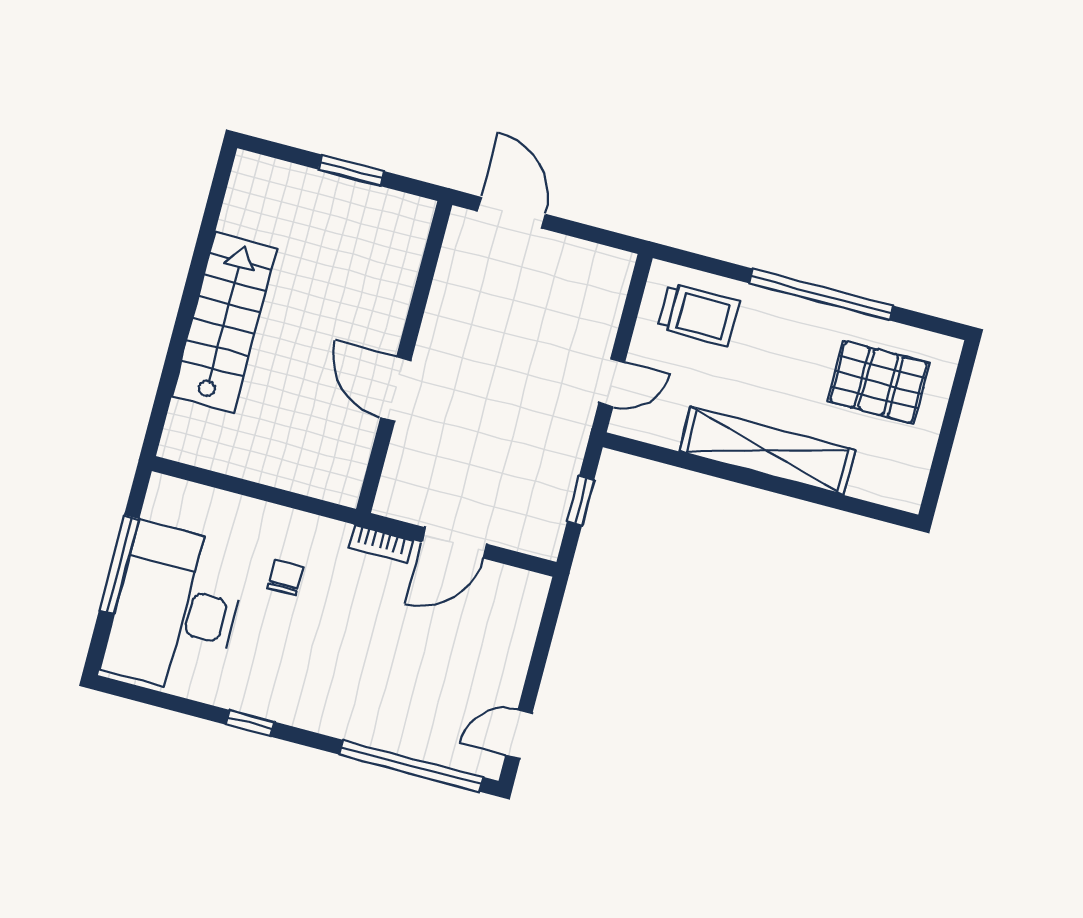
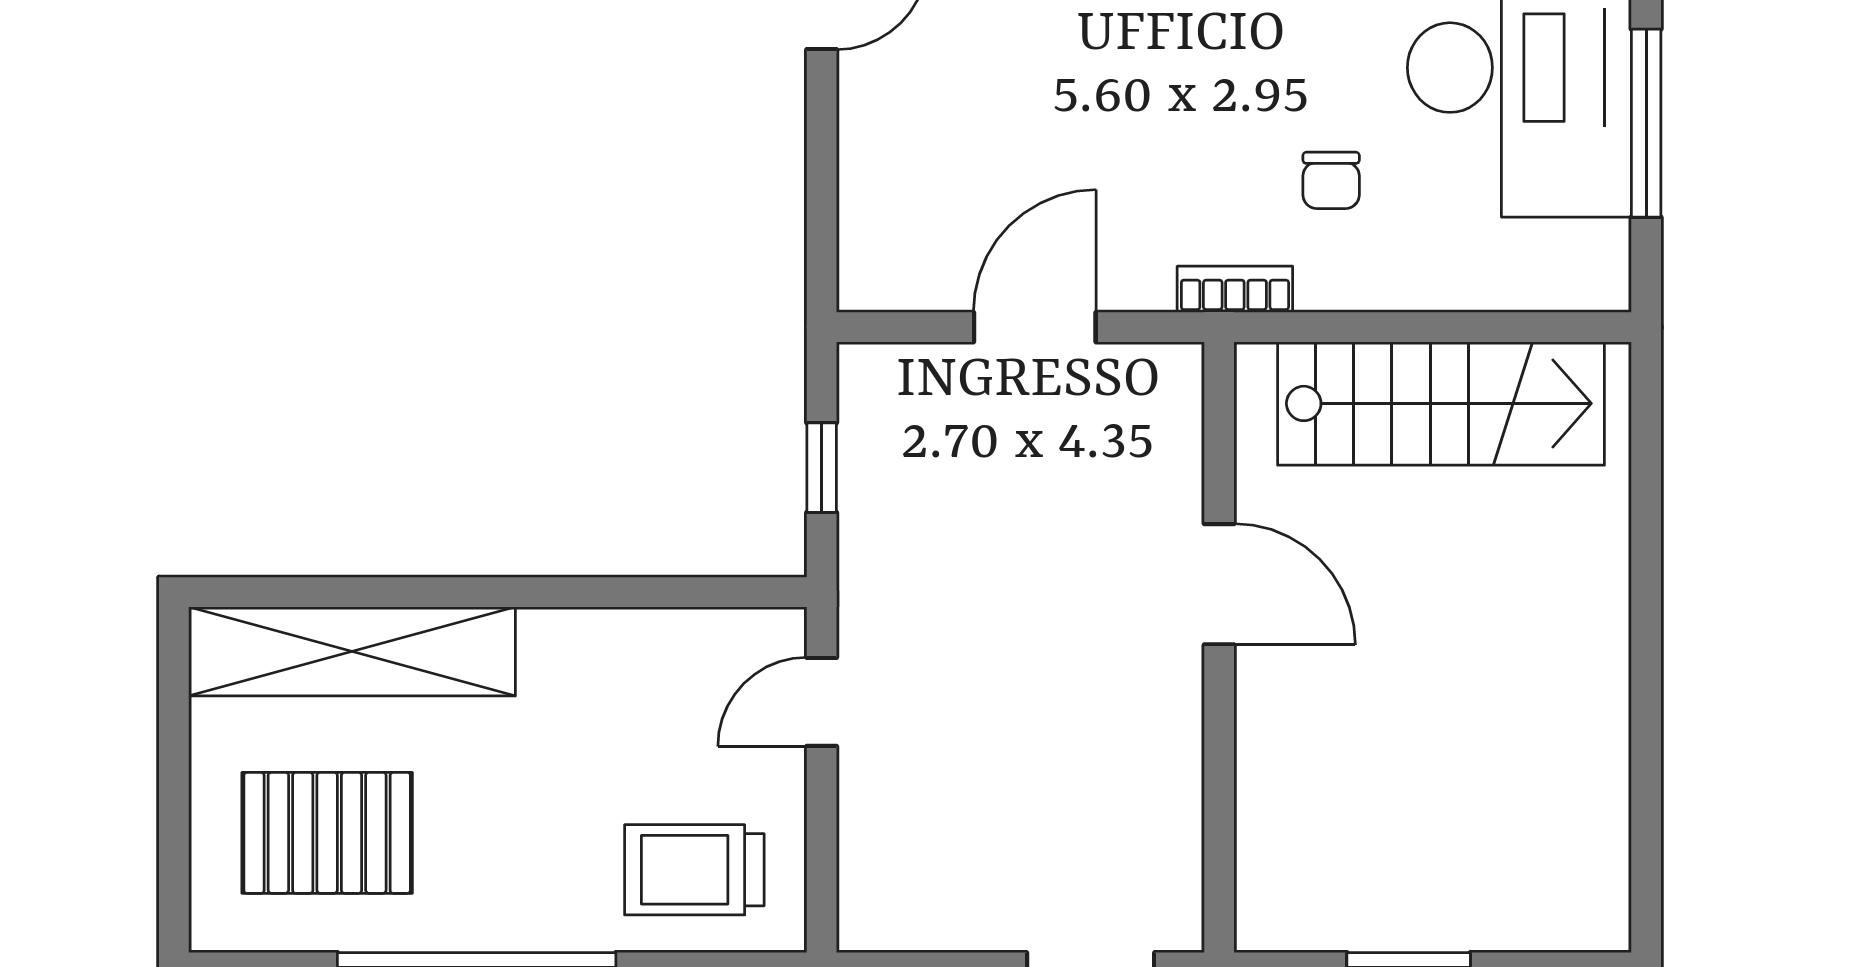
stairs: (224, 322) -> (1441, 403), moved, turned -90
shelving: (767, 451) -> (352, 651), moved
bookcase: (381, 544) -> (1235, 289), moved

